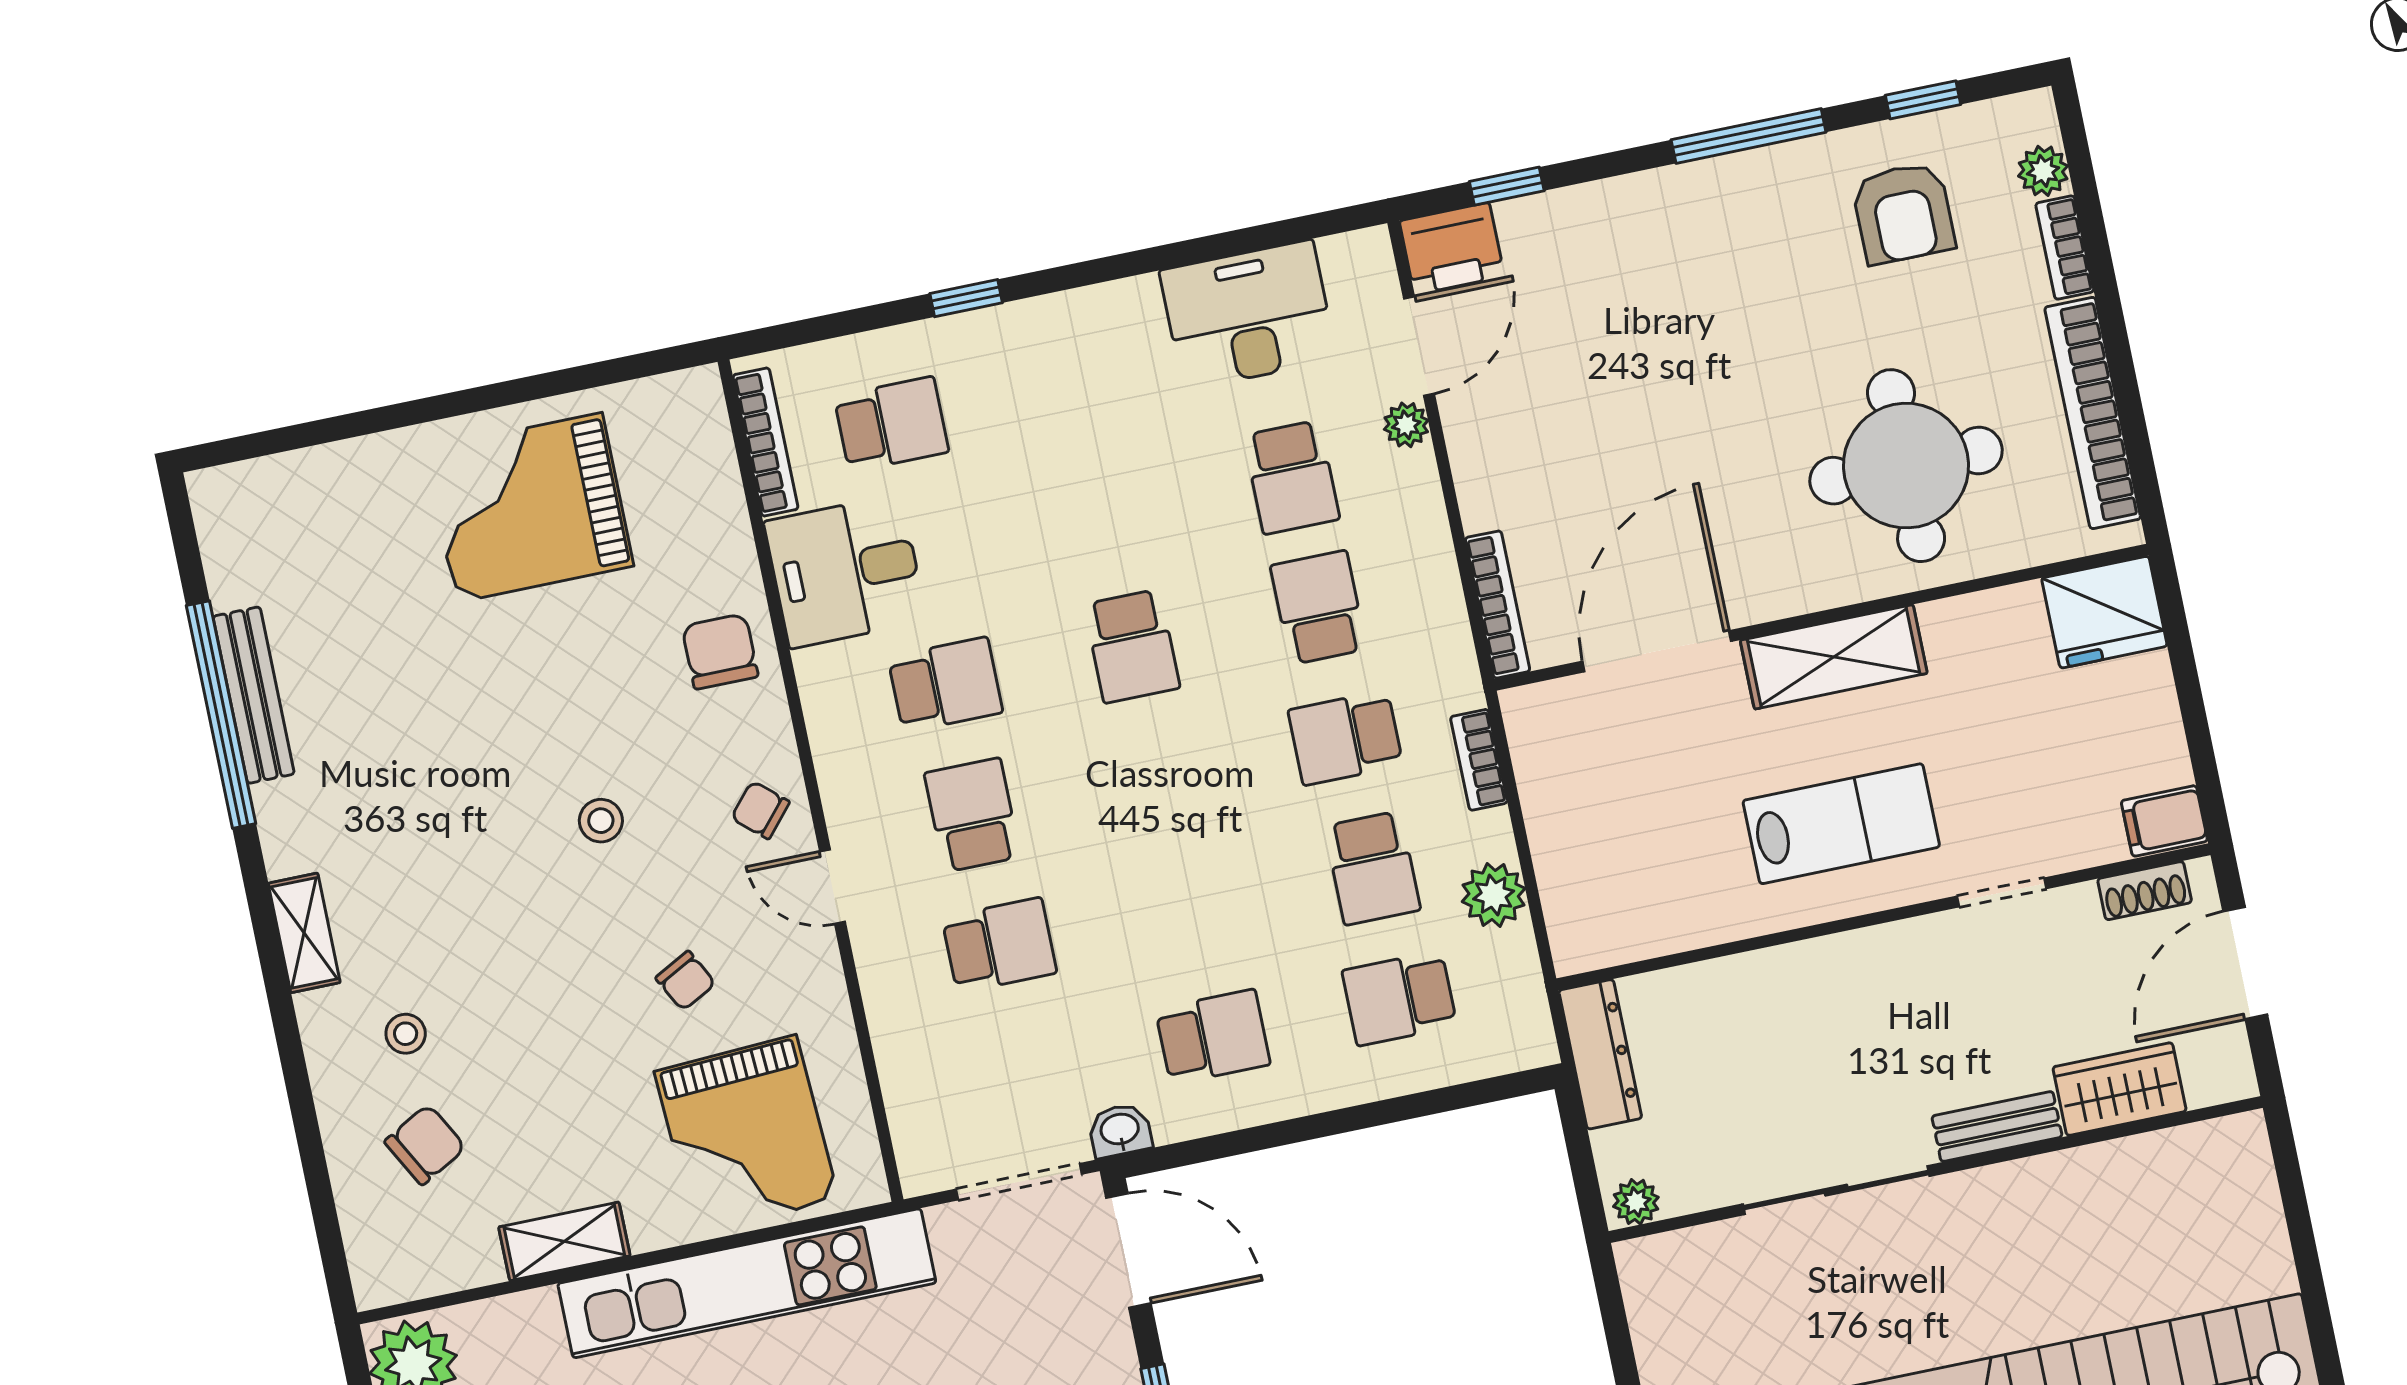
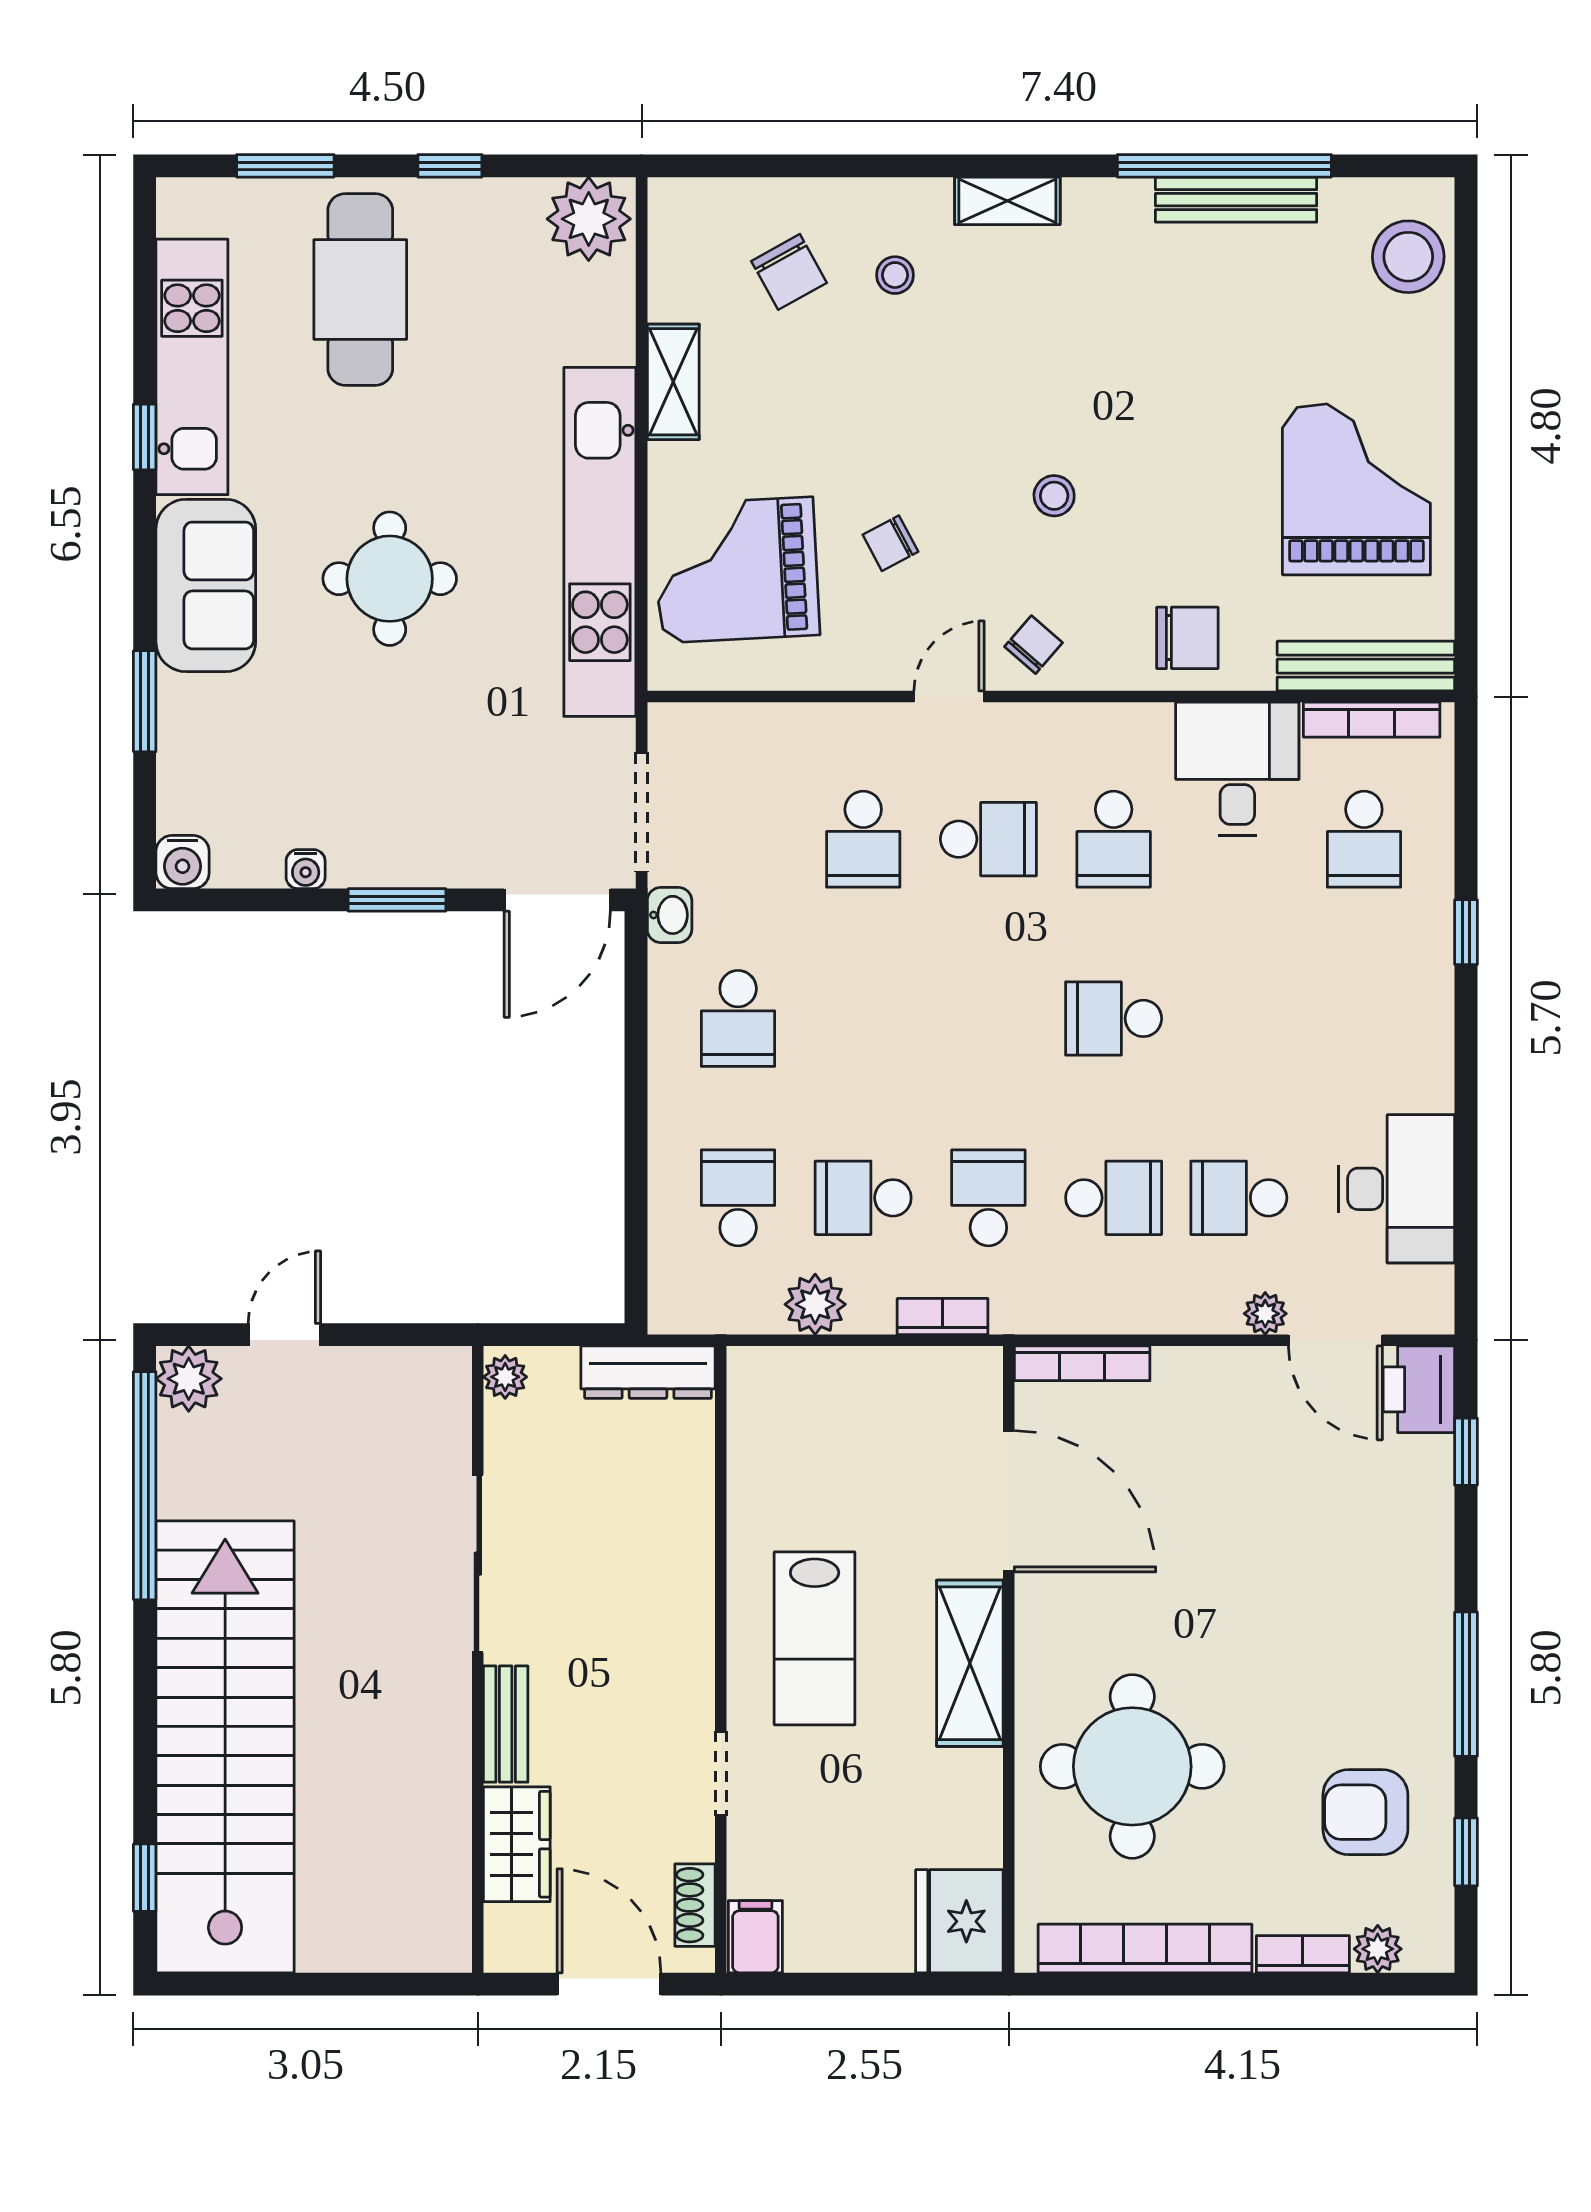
bench: (711, 459) -> (1366, 666), added
stool: (276, 504) -> (1408, 257), added

